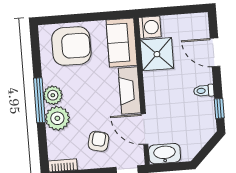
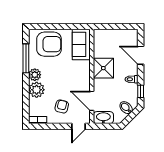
washing machine: (150, 27) -> (100, 36), removed
shower: (157, 54) -> (103, 68), moved
fireplace: (130, 90) -> (84, 75), removed
window: (39, 100) -> (26, 58), moved
bidet: (199, 135) -> (126, 108), added

